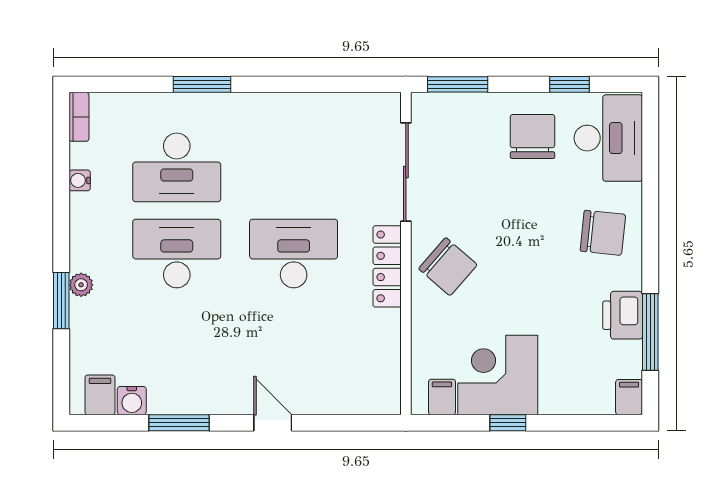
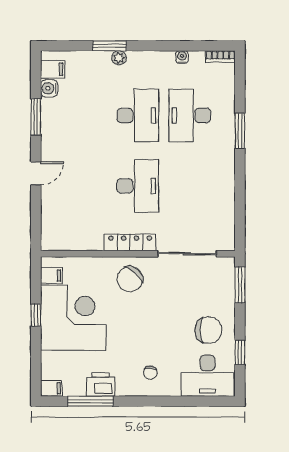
chair: (603, 233) -> (150, 373), width x0.54, depth x0.54
corner desk: (498, 375) -> (73, 318), width x1.36, depth x1.36

